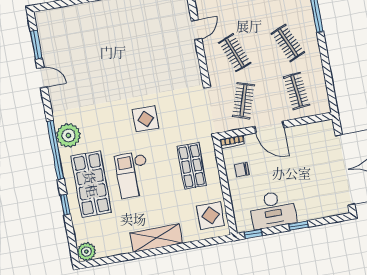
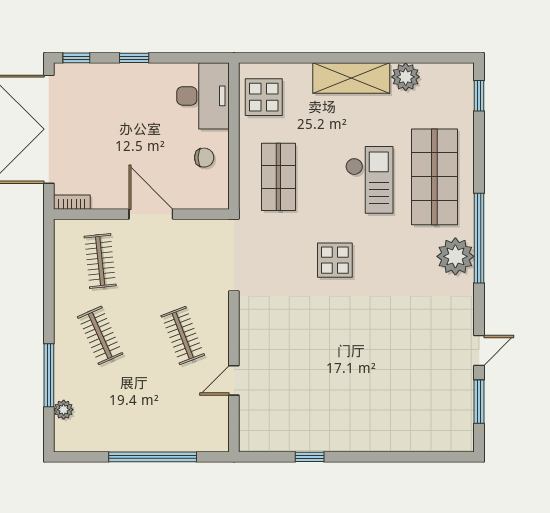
door: (42, 78) -> (479, 351), swing flipped
clothes rail: (243, 101) -> (183, 261), removed
bookcase: (232, 142) -> (72, 202), moved
window: (65, 205) -> (479, 96), moved
desk: (273, 210) -> (203, 96), moved, turned 90
window: (253, 234) -> (76, 58), moved
plant: (86, 252) -> (406, 77), moved

